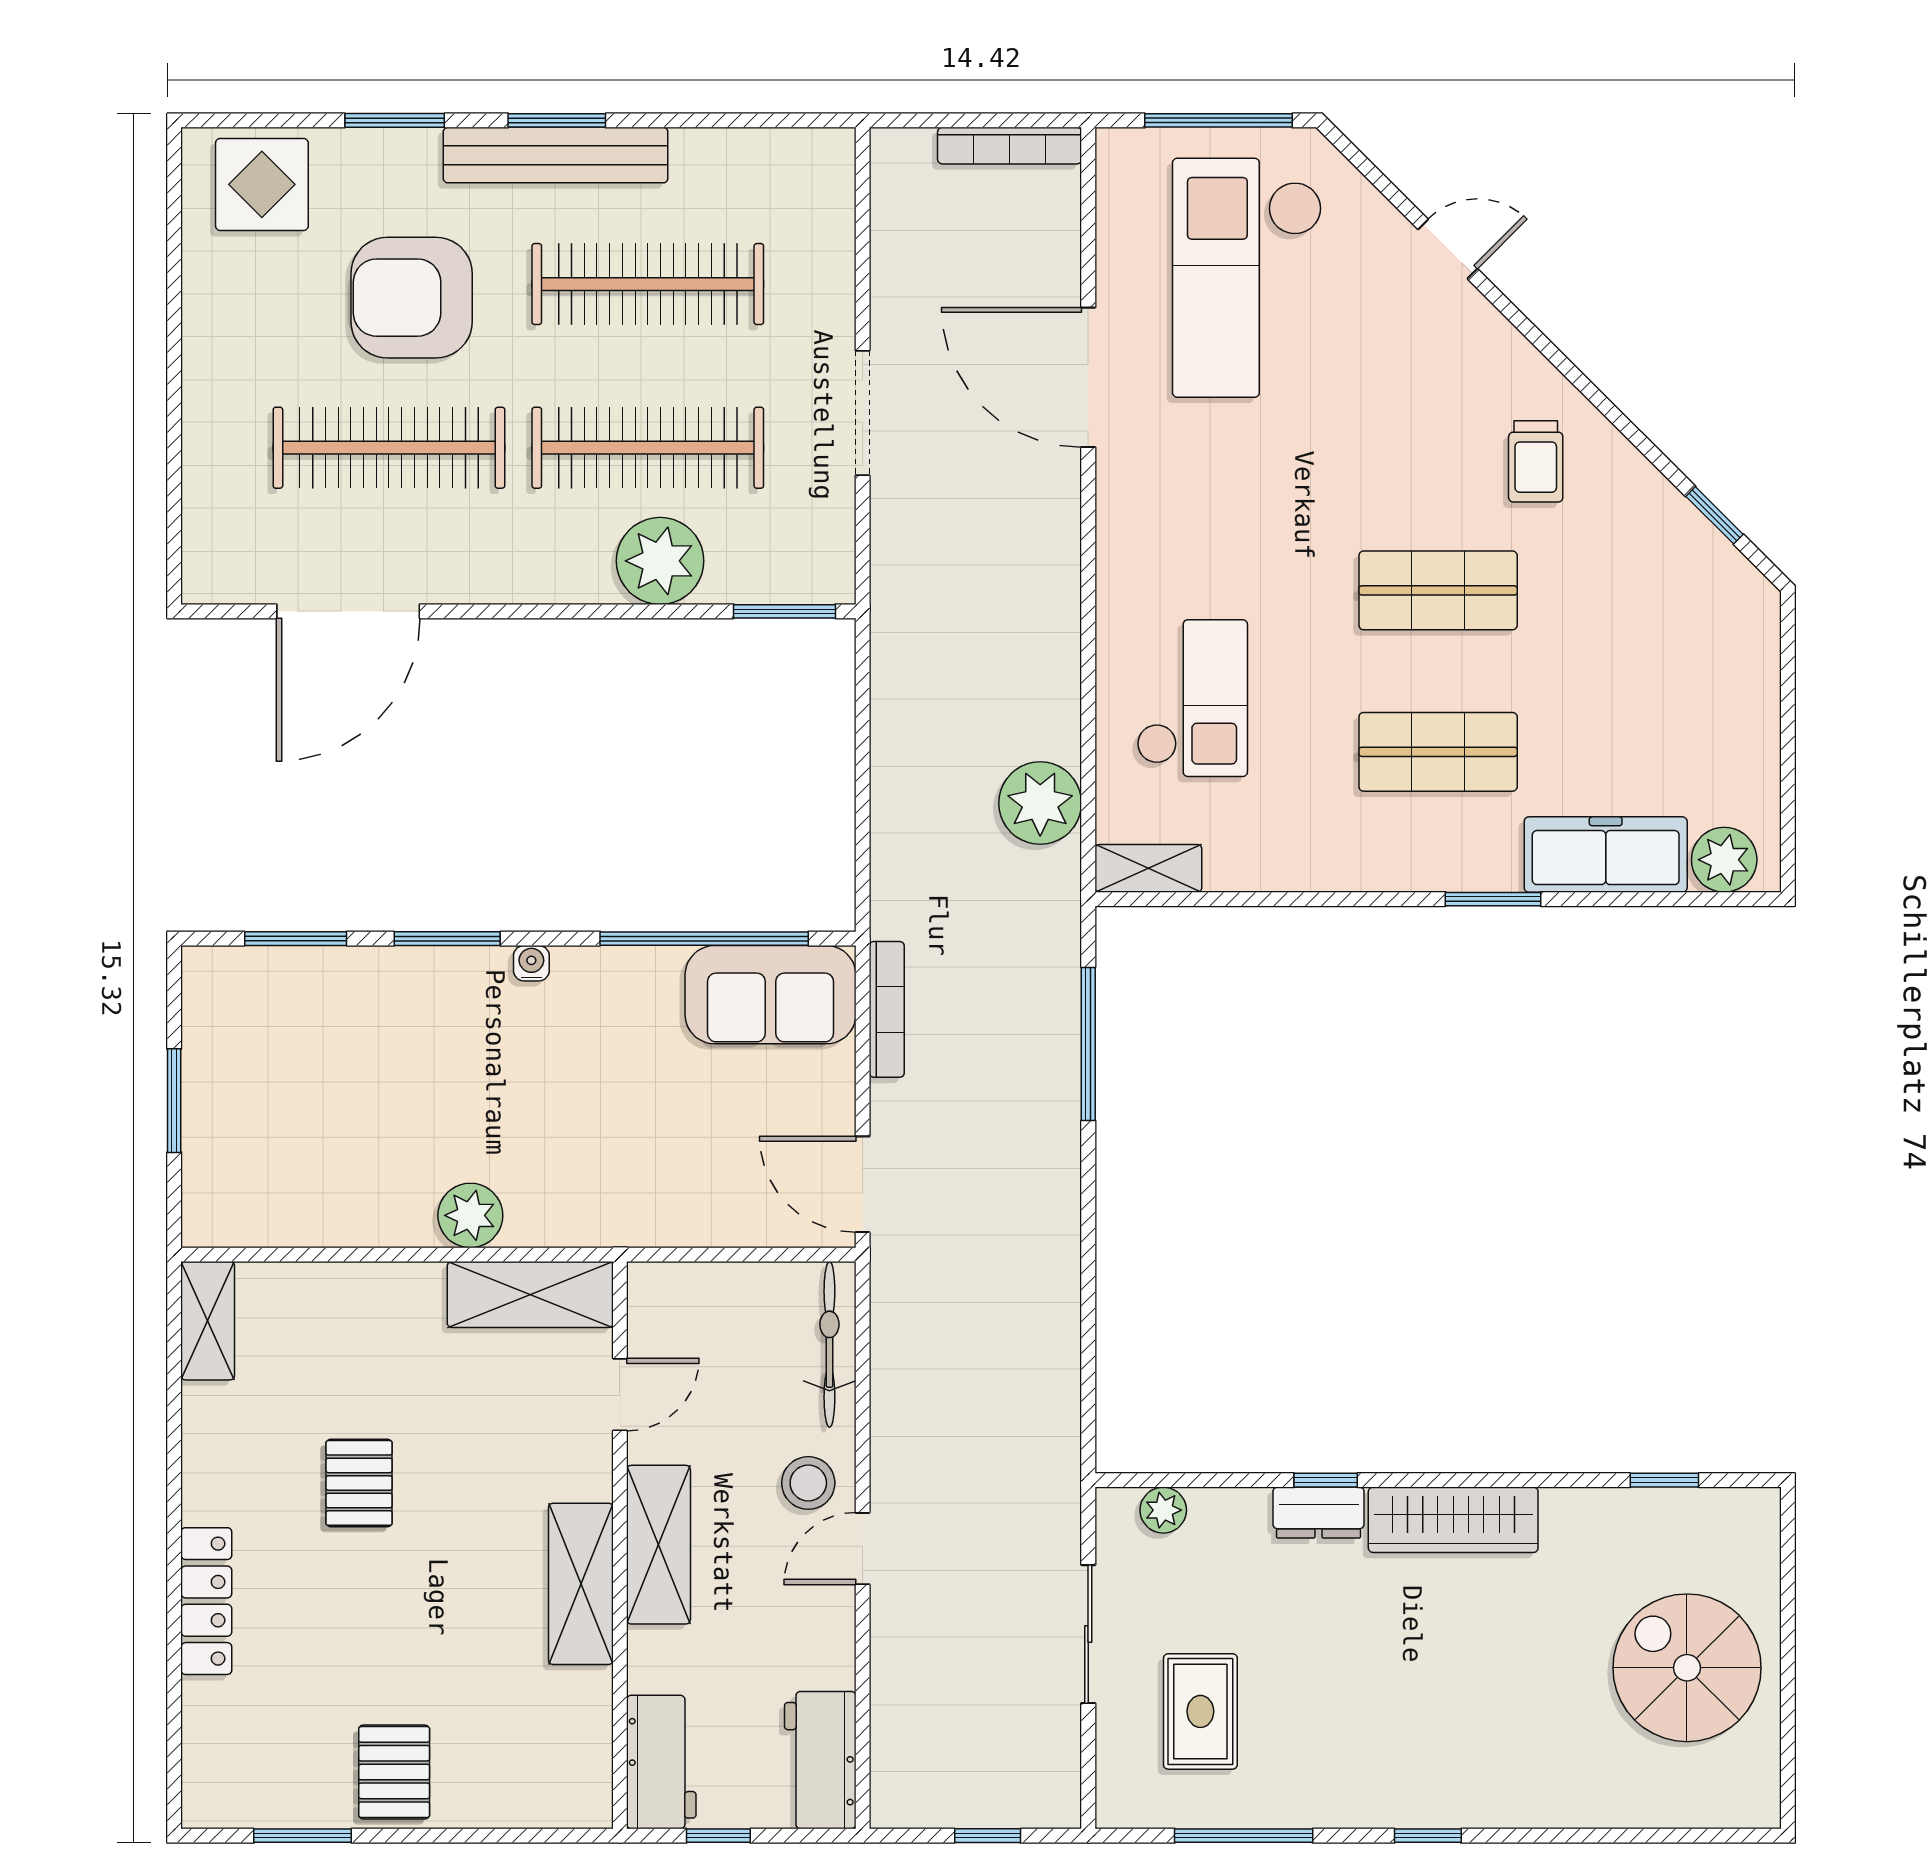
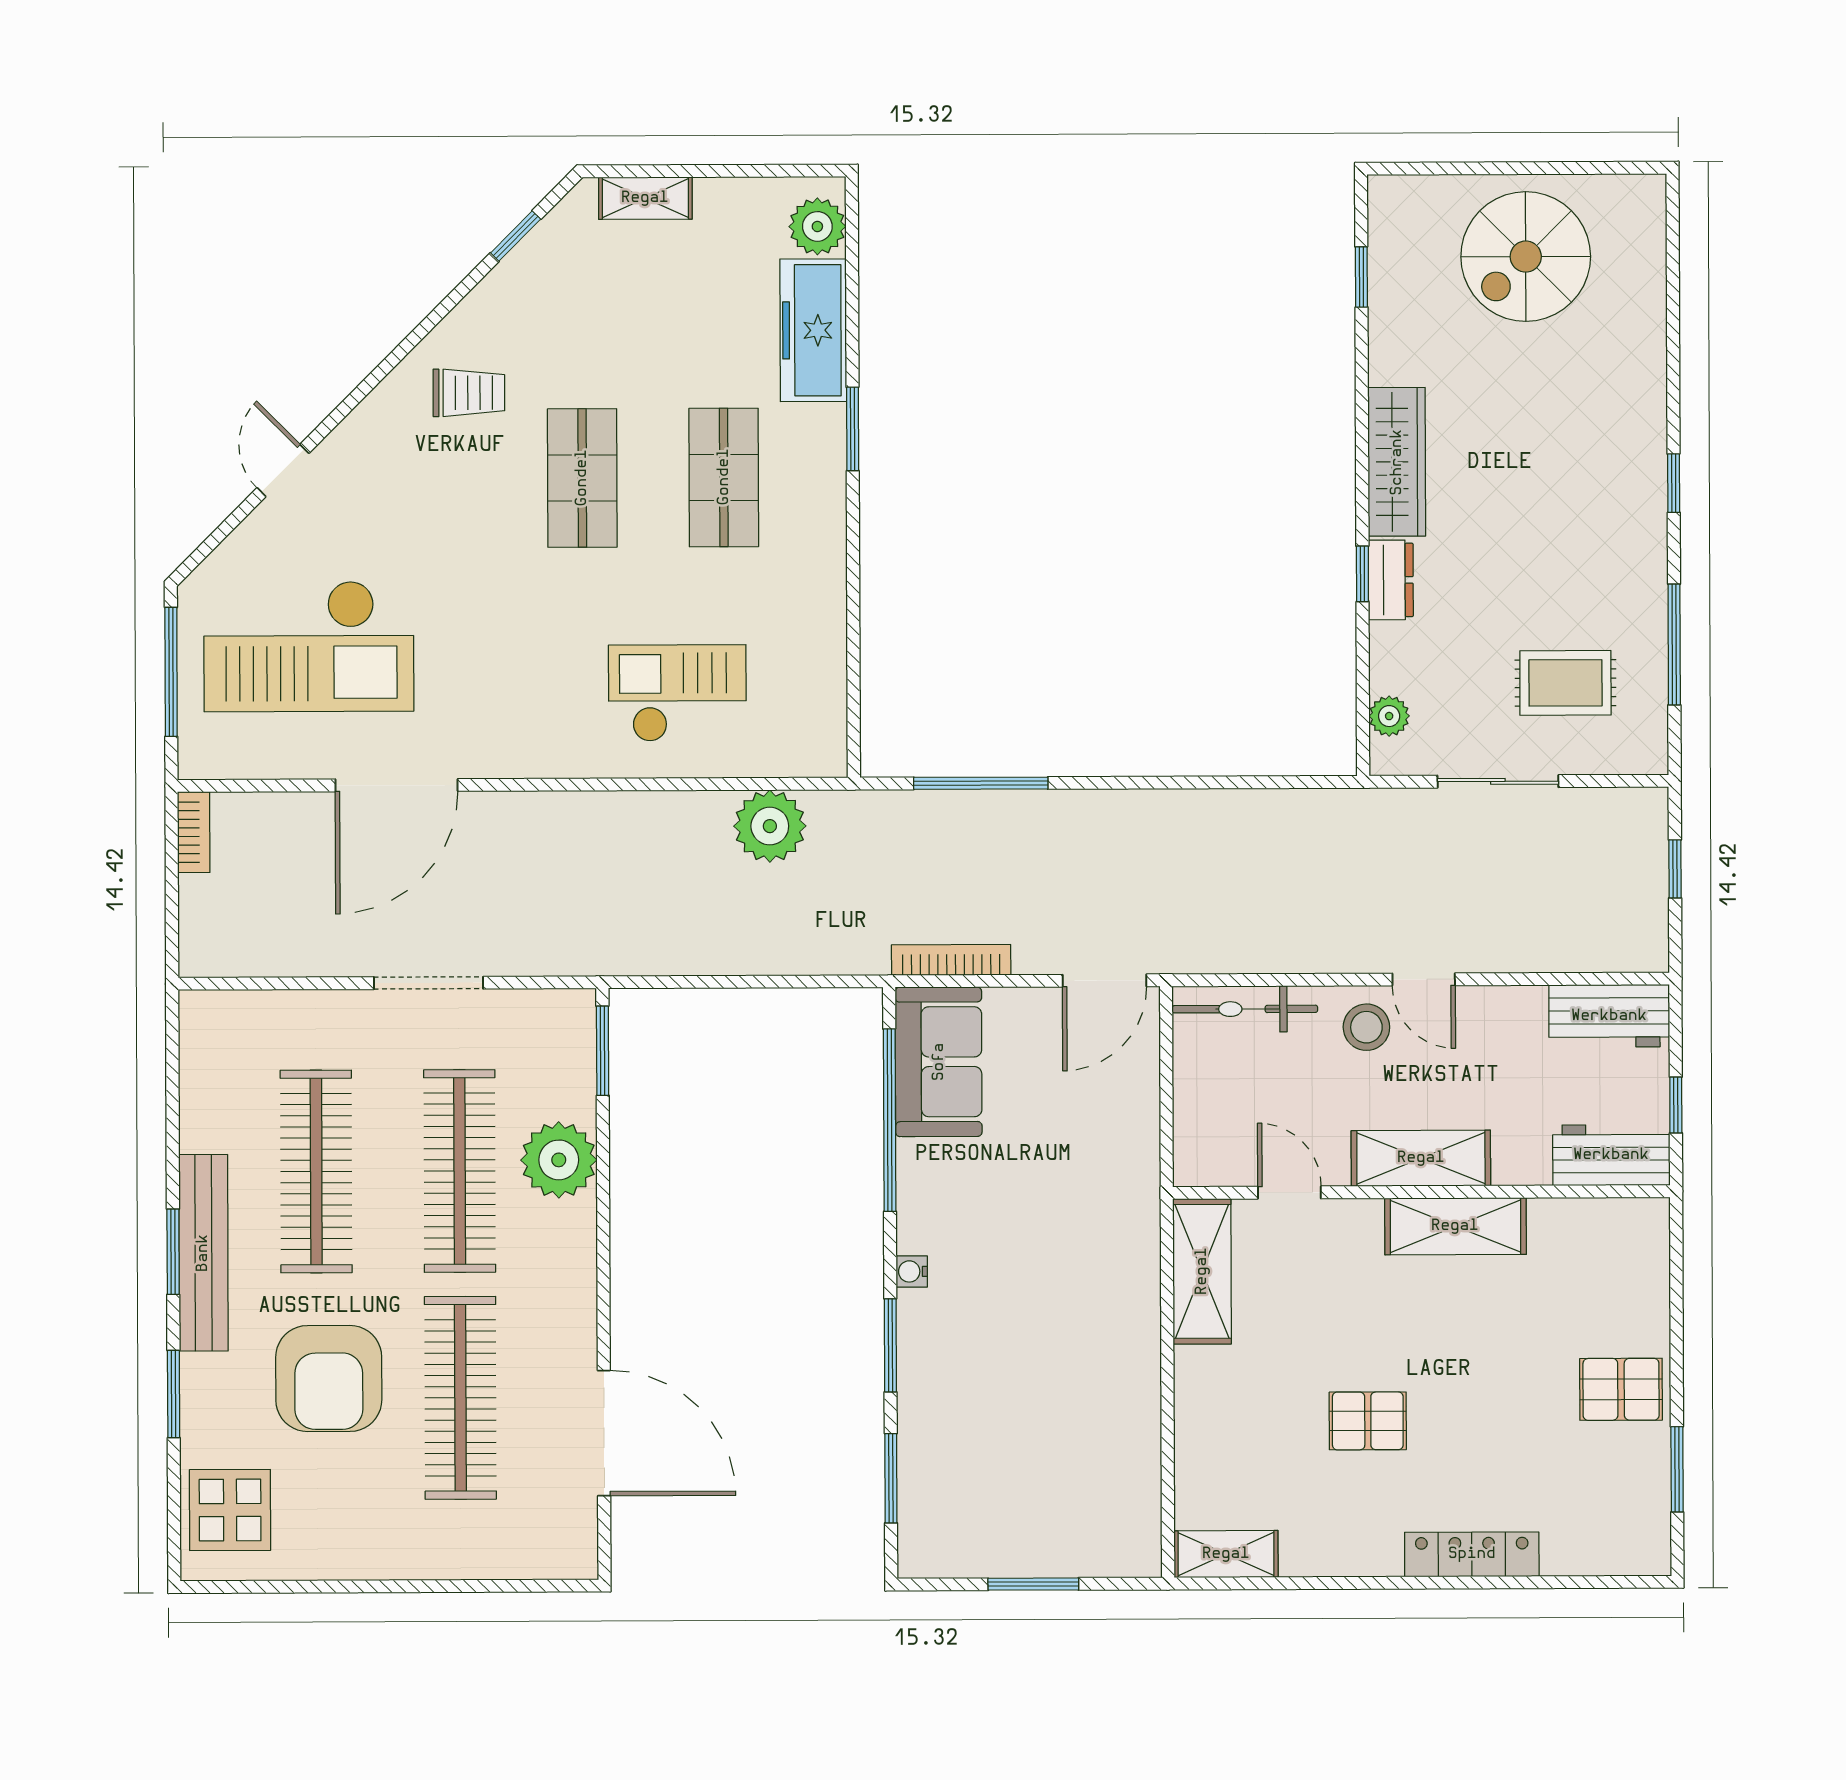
bookcase: (1010, 146) -> (194, 832), width x0.64
shelving: (1148, 868) -> (645, 198), moved, turned 90
plant: (470, 1215) -> (1133, 1324), removed

